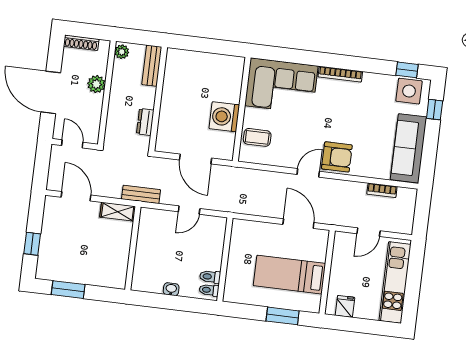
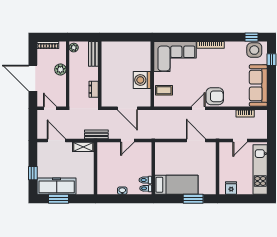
freezer: (67, 269) -> (57, 186), added
bed: (289, 275) -> (176, 185), moved, turned 180

